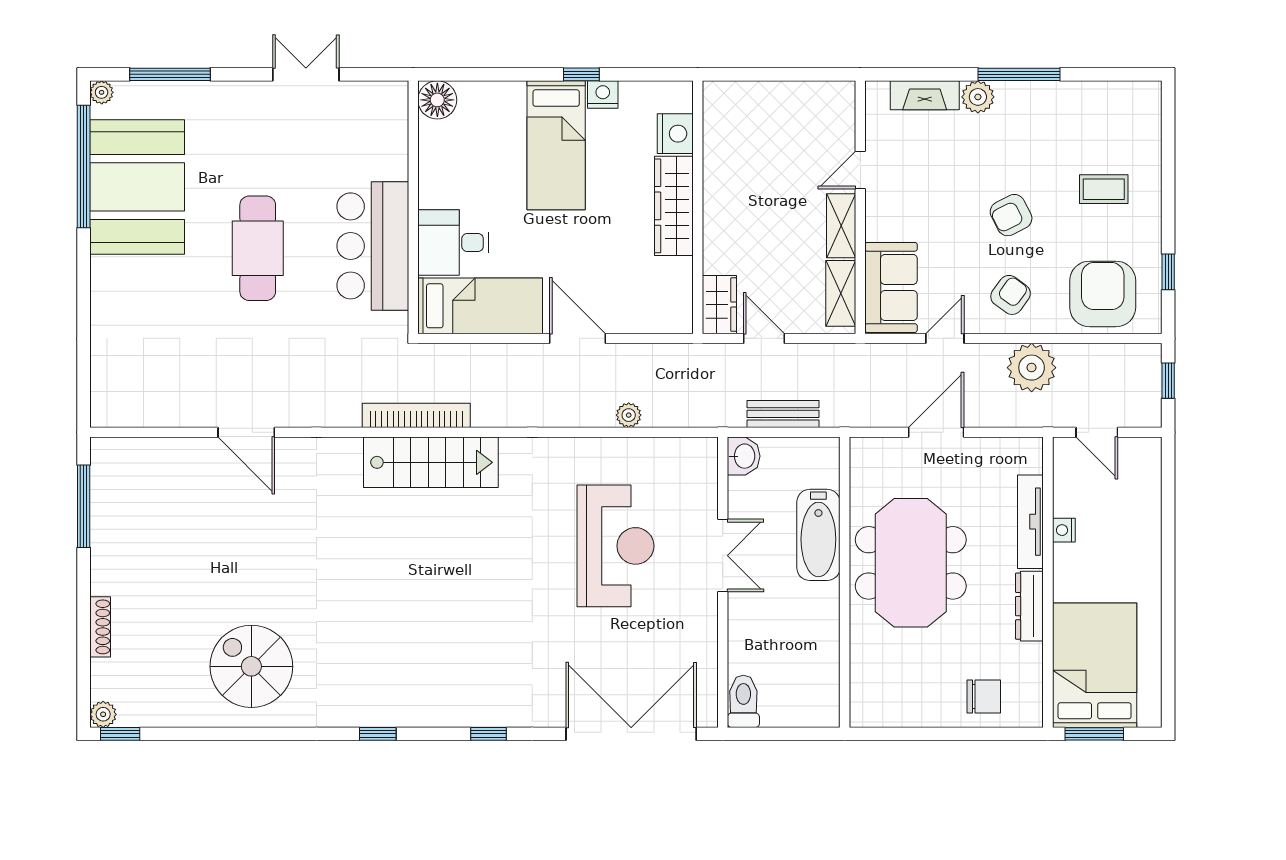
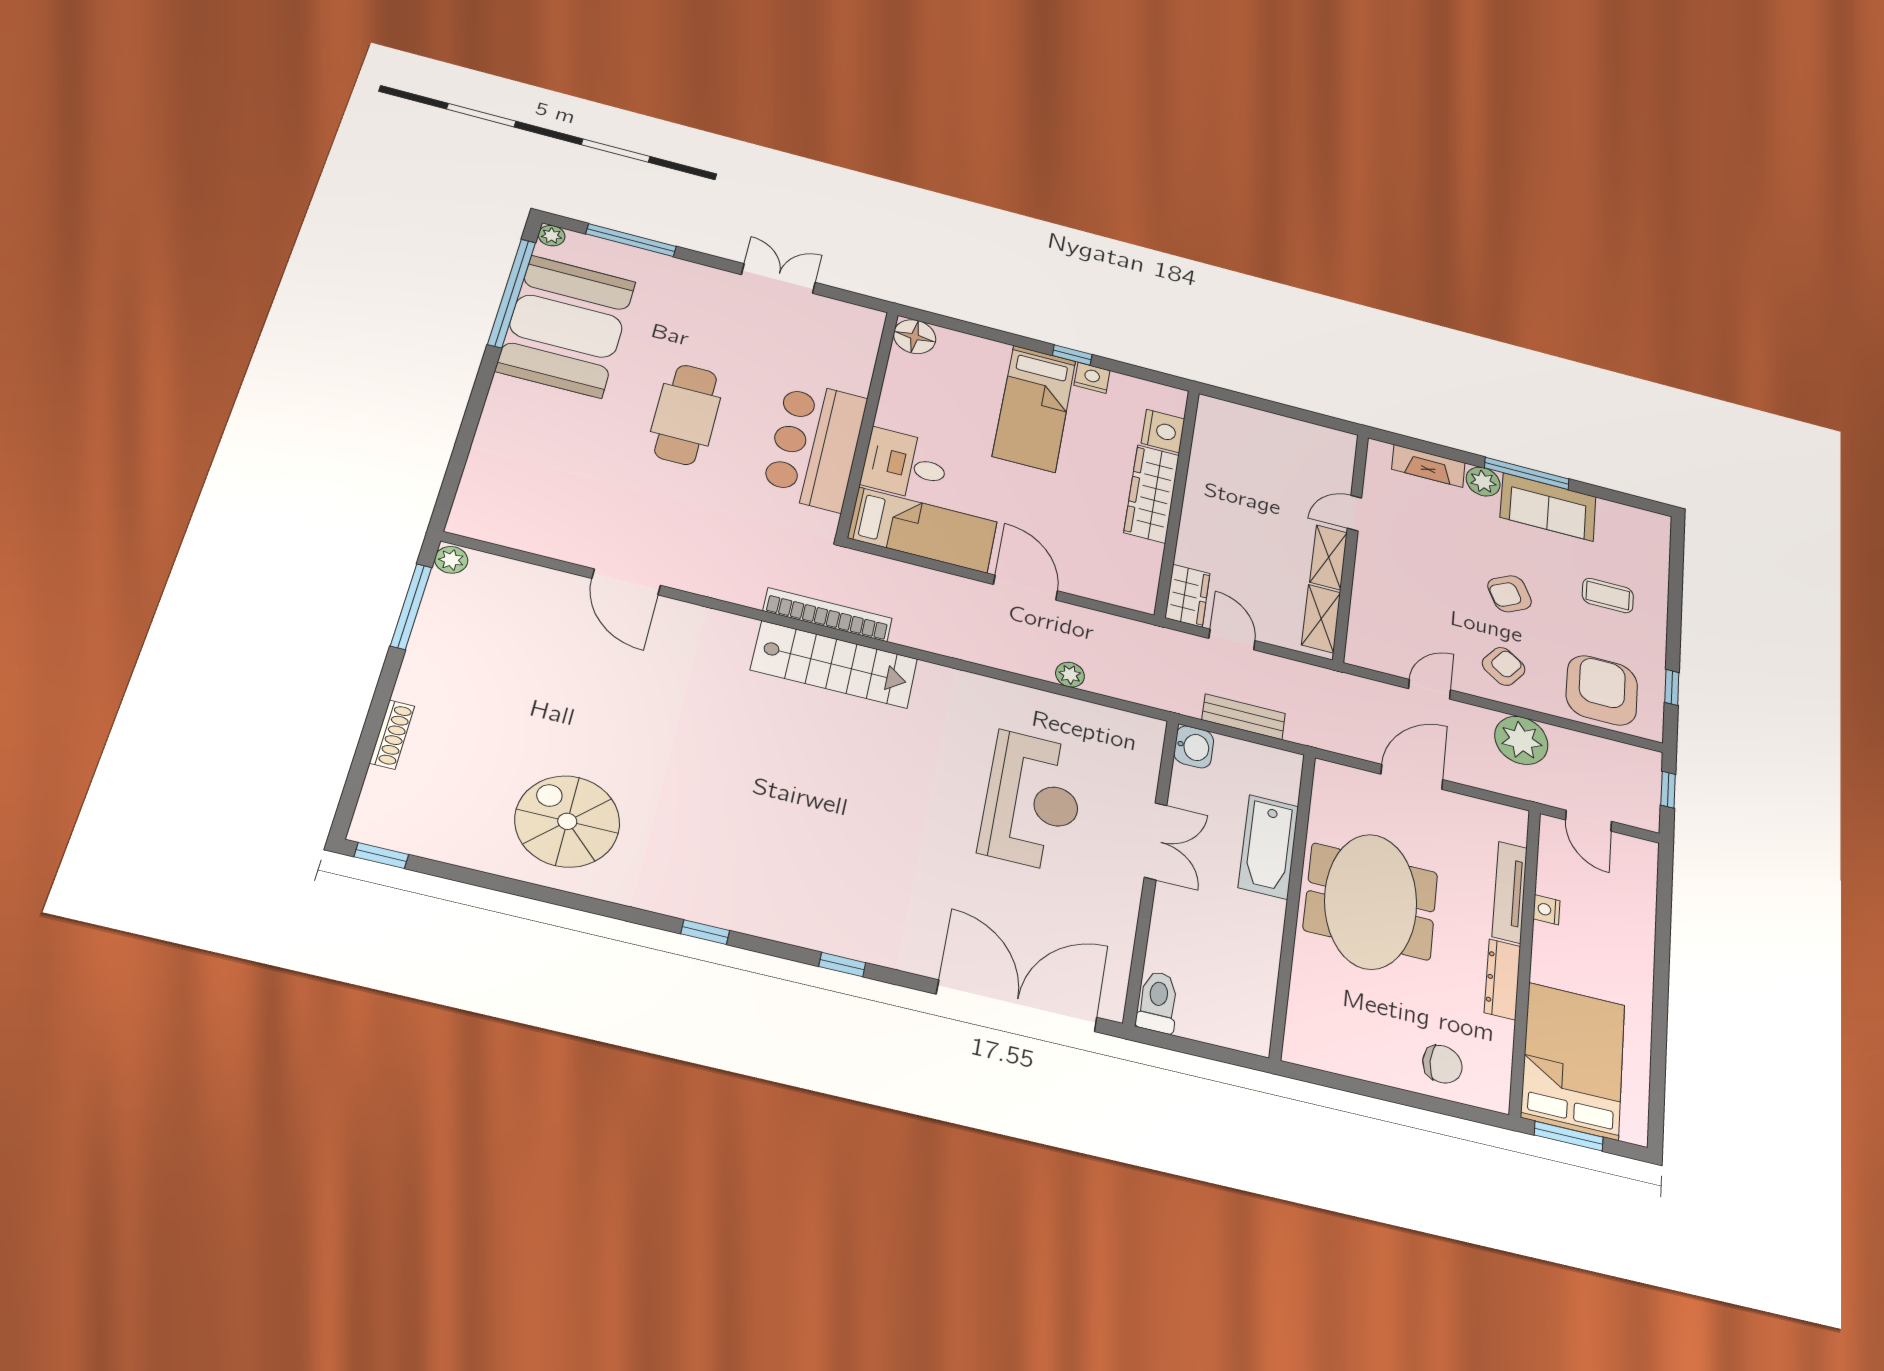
sofa: (891, 287) -> (1548, 507), moved, turned 90
plant: (103, 714) -> (451, 560), moved

